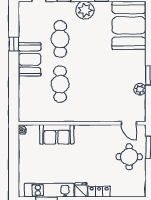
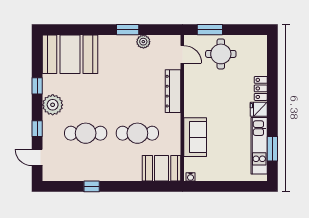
booth: (30, 59) -> (162, 168), moved
dresser: (97, 115) -> (173, 91), added
door: (129, 123) -> (182, 54), hinge flipped

